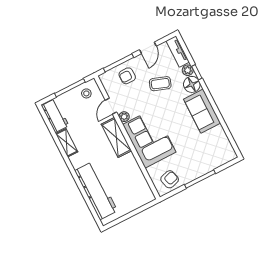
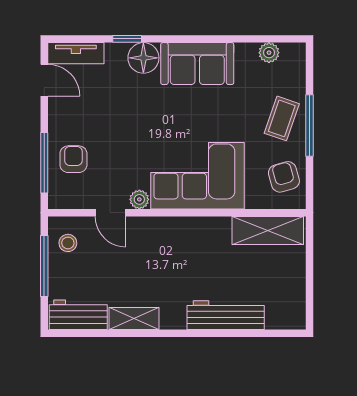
door: (148, 48) -> (44, 80), moved
plant: (188, 70) -> (269, 53), moved
armchair: (127, 76) -> (73, 159), turned 180
coffee table: (160, 84) -> (282, 118), moved
shelving: (116, 137) -> (268, 230), moved
workbench: (96, 191) -> (226, 315), width x0.73, depth x0.76

